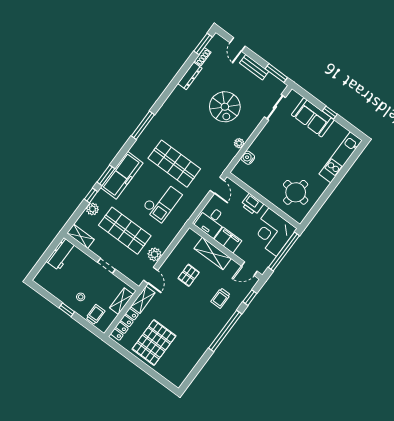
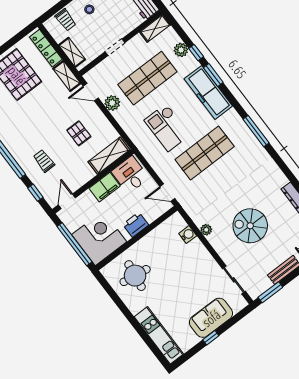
shelving: (213, 253) -> (109, 156), moved

